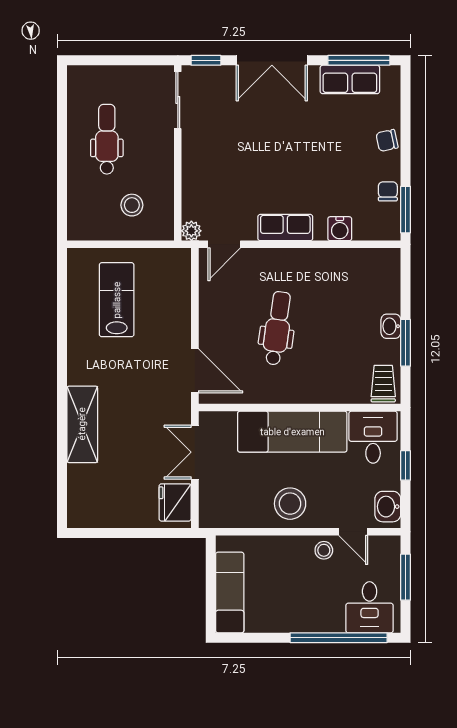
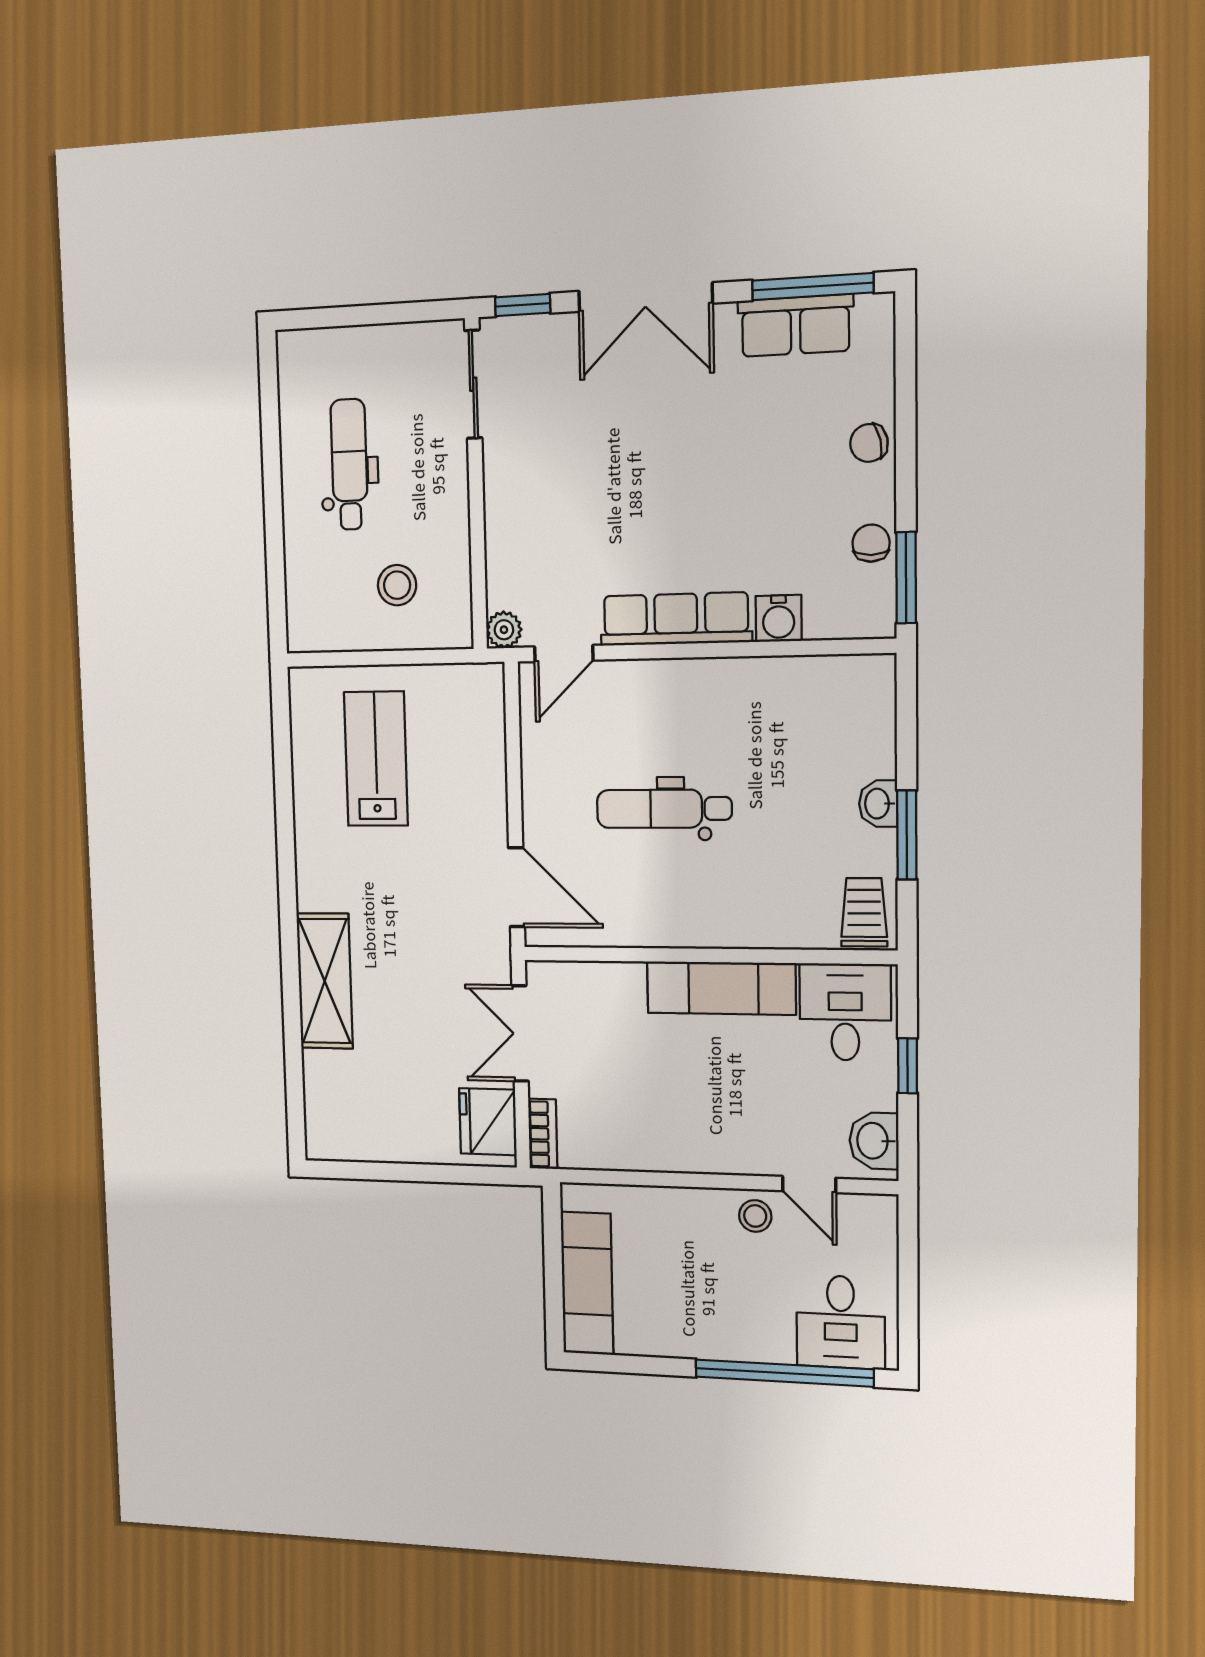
row of seats: (285, 228) -> (676, 619), width x1.48
dental chair: (277, 328) -> (664, 809), turned -98
exam couch: (292, 432) -> (721, 988), width x0.73, depth x0.69
stool: (290, 504) -> (692, 1130), removed
bookcase: (206, 508) -> (543, 1134), added
window: (406, 577) -> (908, 1271), removed

